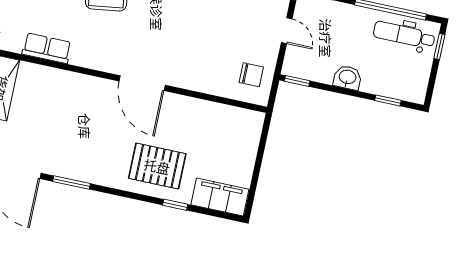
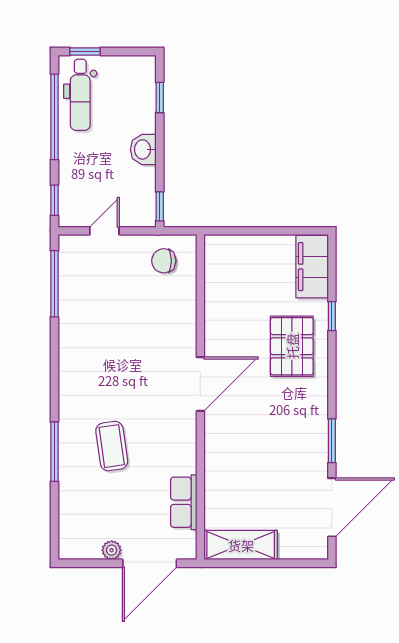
chair: (251, 75) -> (164, 261), turned -90

